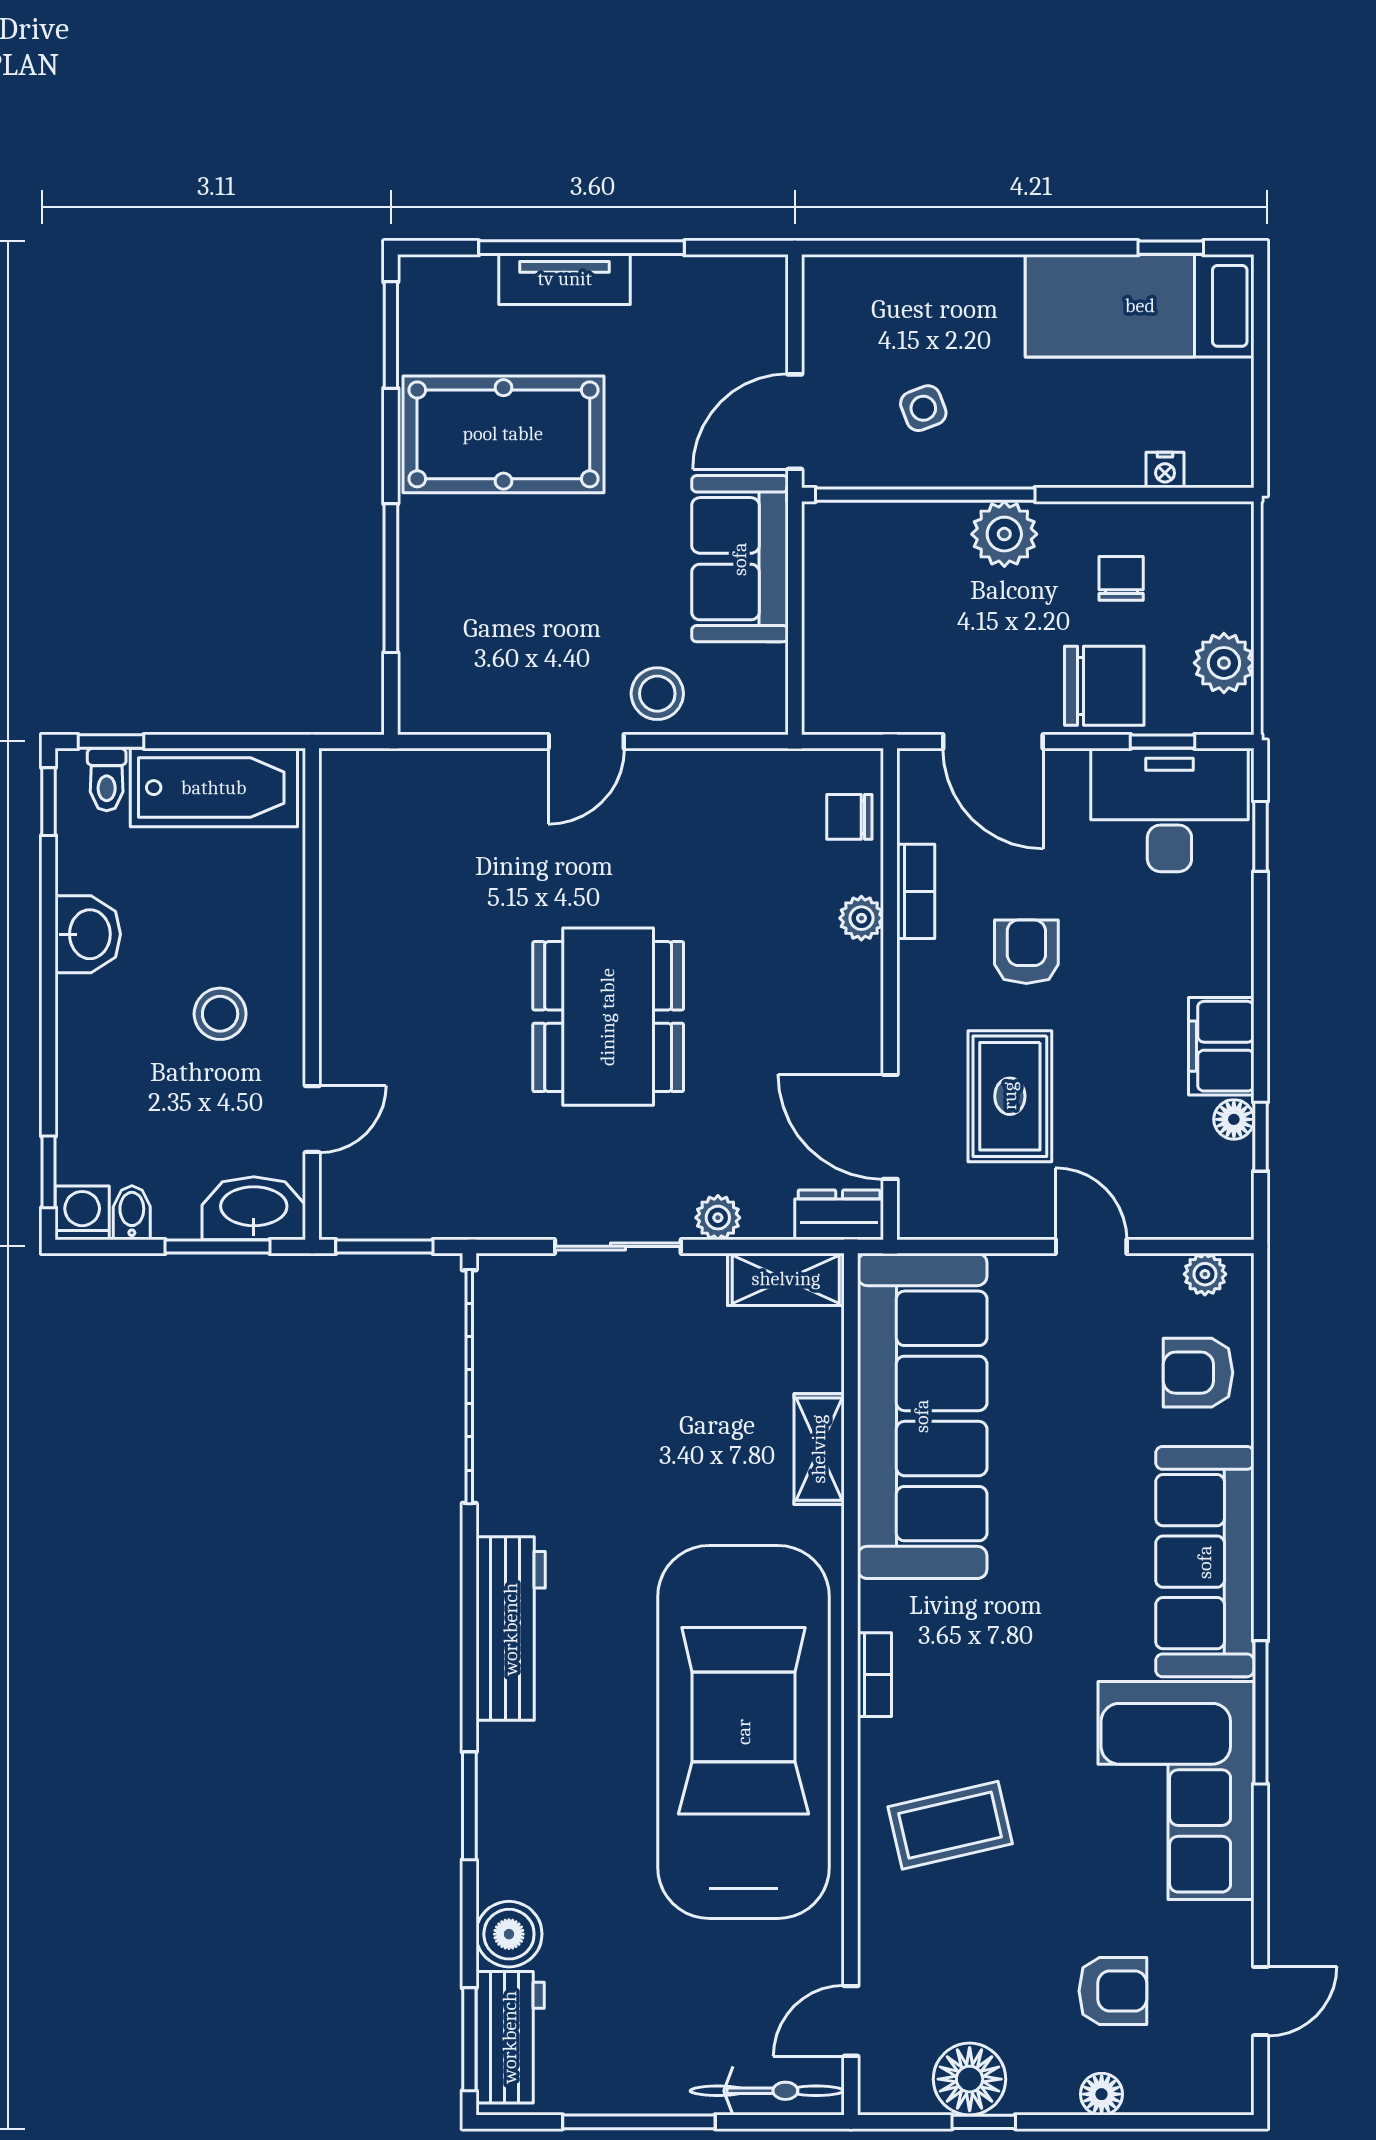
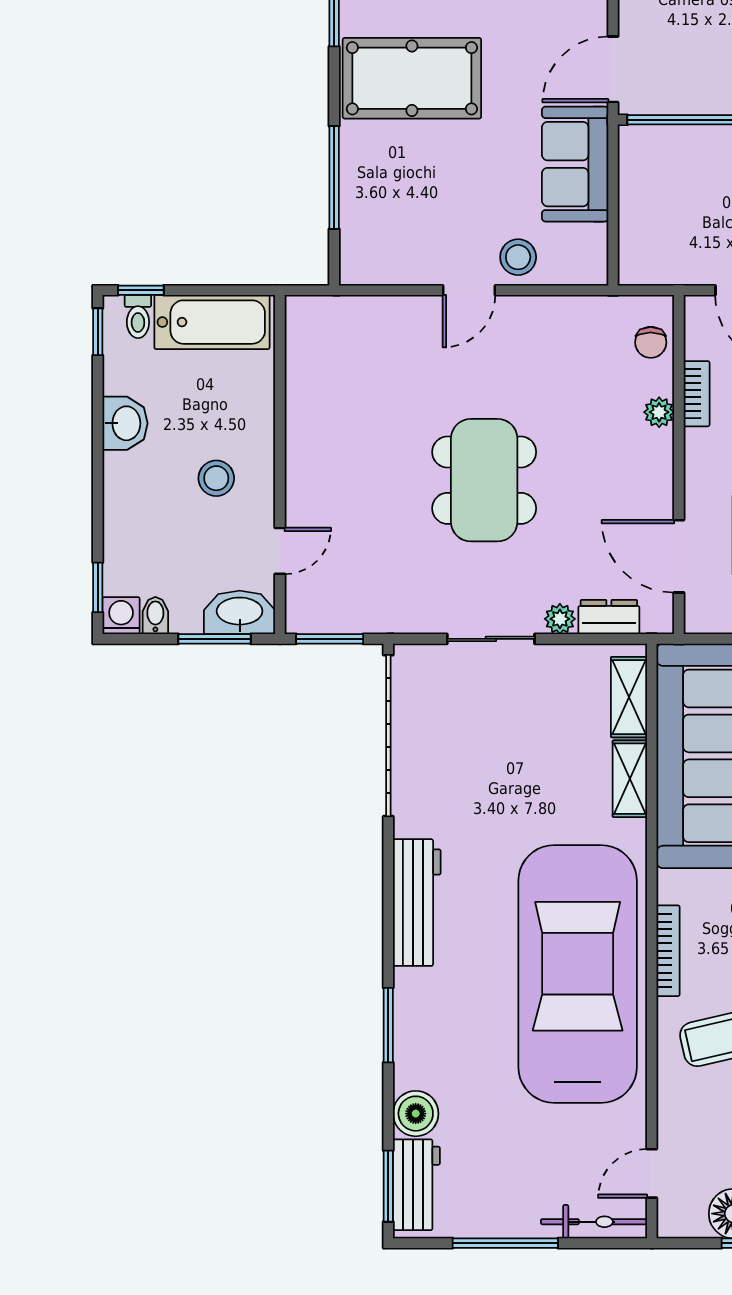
side table: (923, 408) -> (702, 60), removed
chair: (849, 817) -> (651, 342), turned -90
dresser: (839, 1215) -> (609, 617), moved
shelving: (786, 1279) -> (629, 697), moved, turned 90
bookcase: (874, 1675) -> (668, 951), width x1.56

